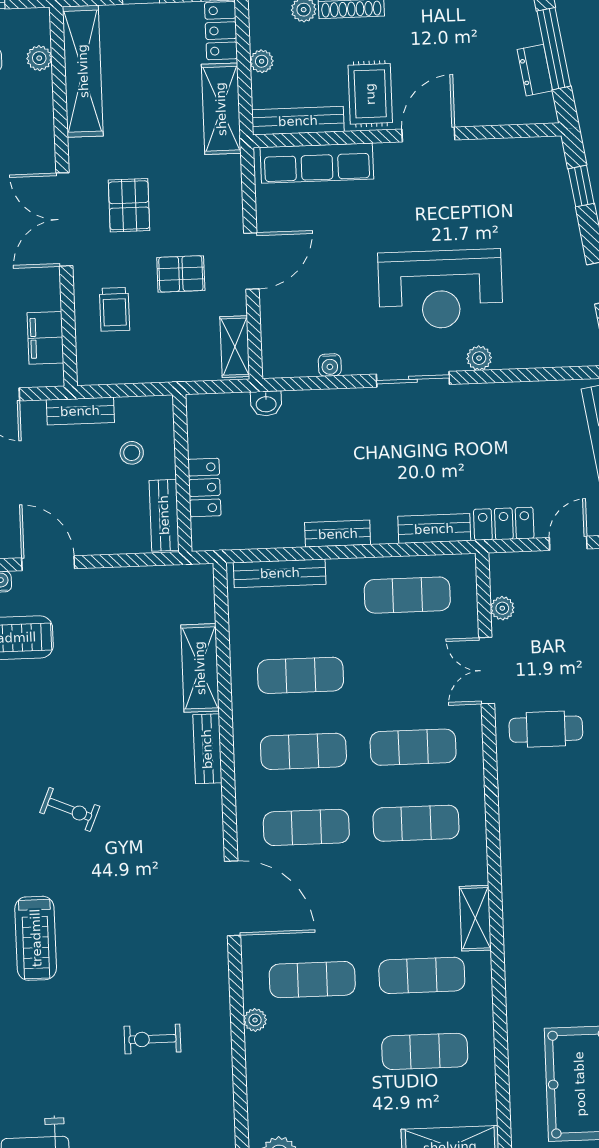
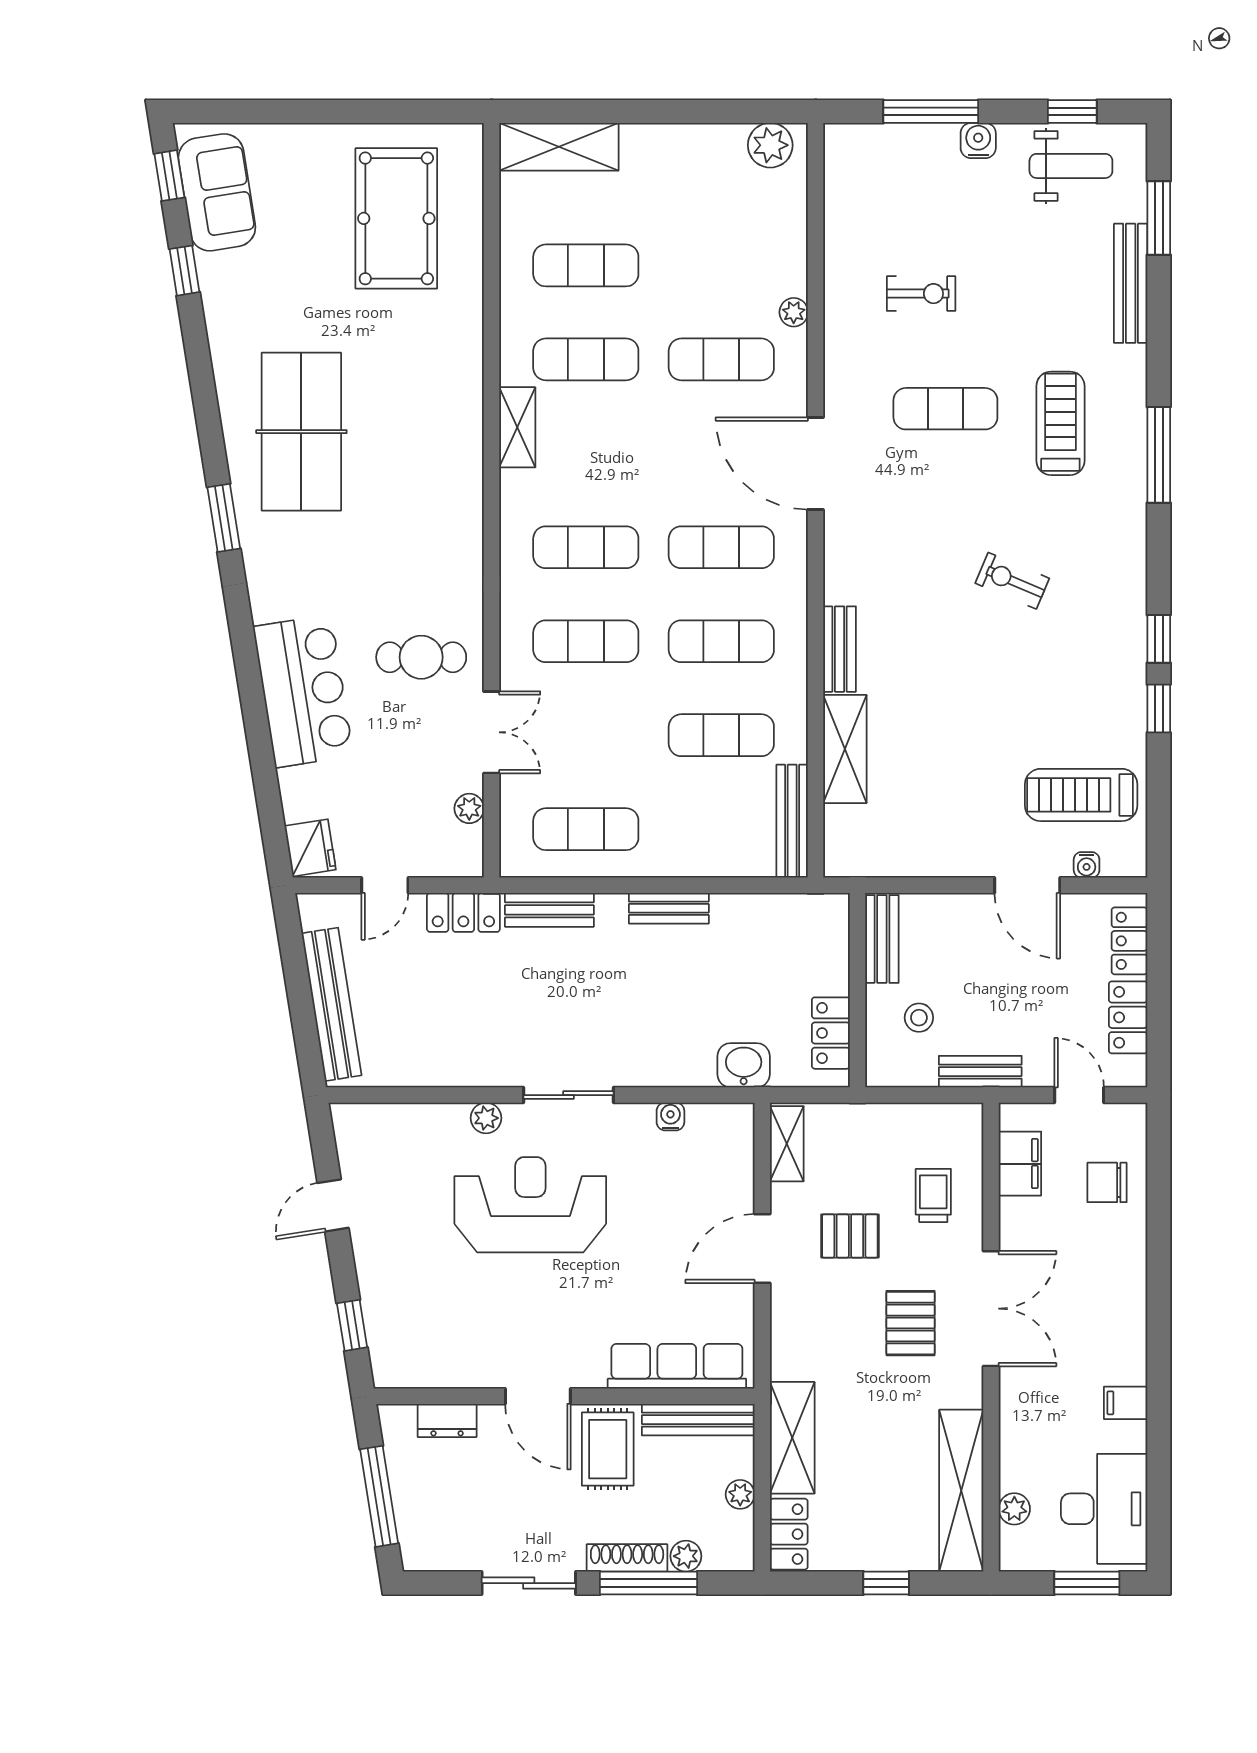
dresser: (535, 70) -> (447, 1420), moved, turned 99
door: (428, 134) -> (538, 1396), hinge flipped
washbasin: (266, 404) -> (744, 1065), width x1.38, depth x1.45
locker: (204, 487) -> (831, 1033), moved
bench: (280, 573) -> (792, 821), moved, turned 90
exercise mat: (129, 947) -> (945, 409), added

